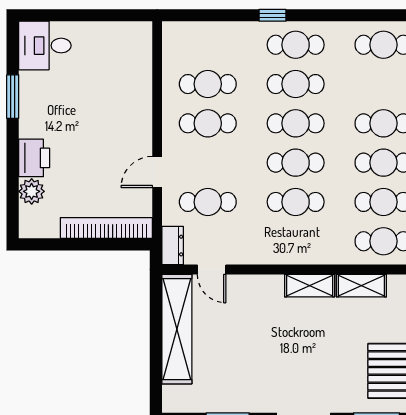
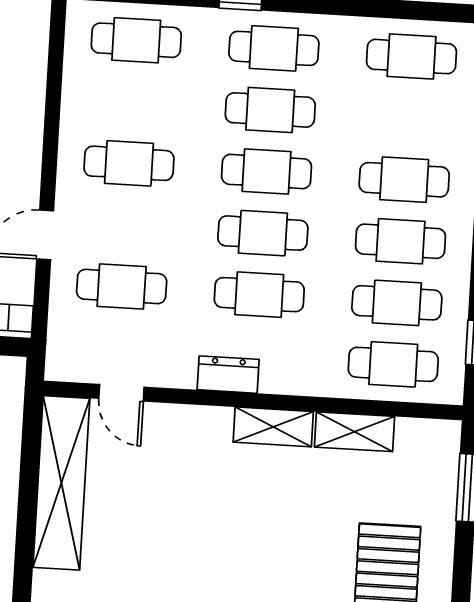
cafe table: (208, 84) -> (136, 40), moved
dresser: (173, 246) -> (228, 375), moved, turned -90

